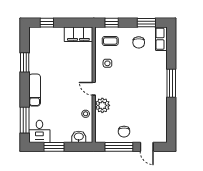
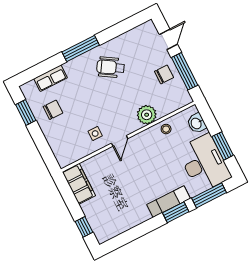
window: (112, 23) -> (46, 152), removed
row of seats: (161, 39) -> (51, 78), moved
coffee table: (110, 41) -> (68, 143), removed
window: (25, 62) -> (176, 212), moved
door: (94, 89) -> (120, 141), moved
wheelchair: (148, 97) -> (111, 67), added
desk: (39, 131) -> (204, 163), width x1.87, depth x1.30

